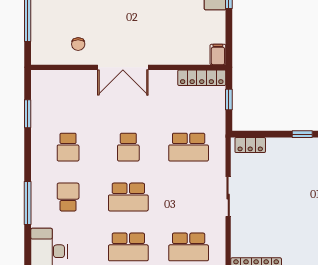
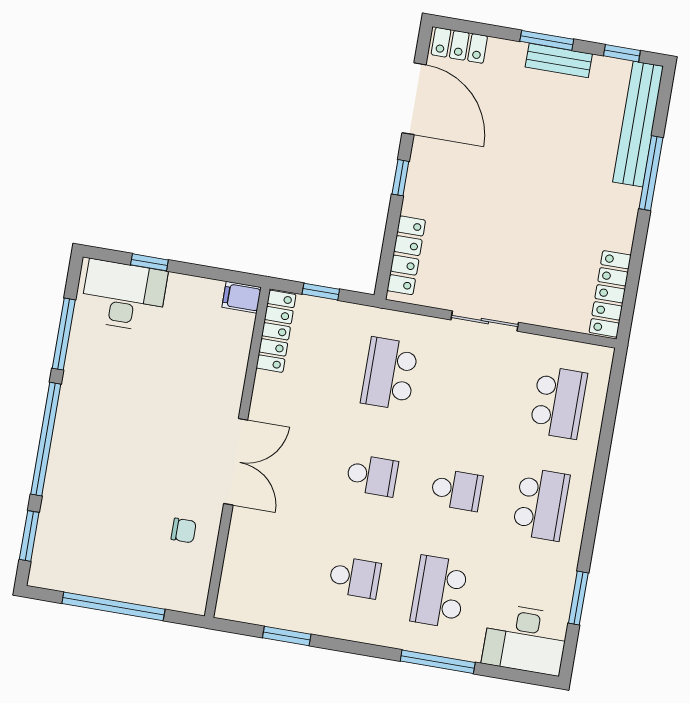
locker: (250, 145) -> (406, 255), width x1.53
school desk: (189, 147) -> (390, 374), turned 180
school desk: (68, 197) -> (439, 592), width x1.85
school desk: (128, 197) -> (457, 490), width x0.54

